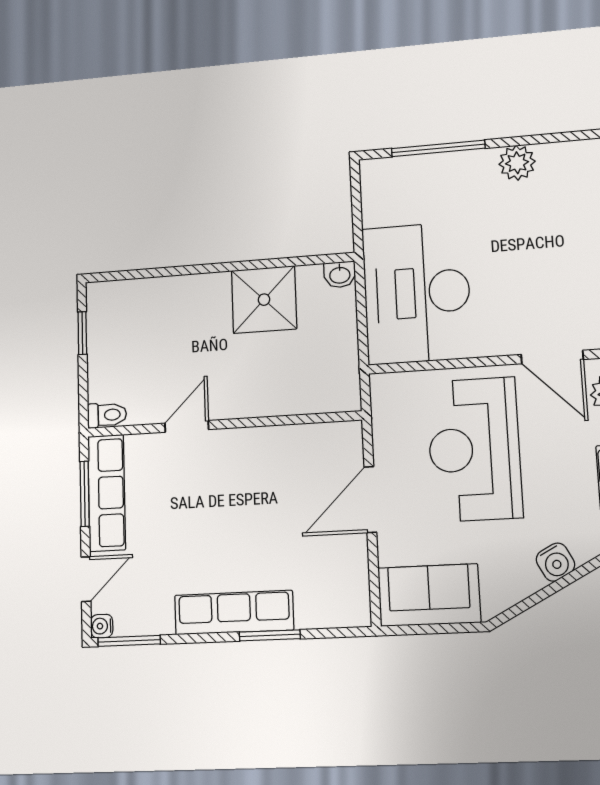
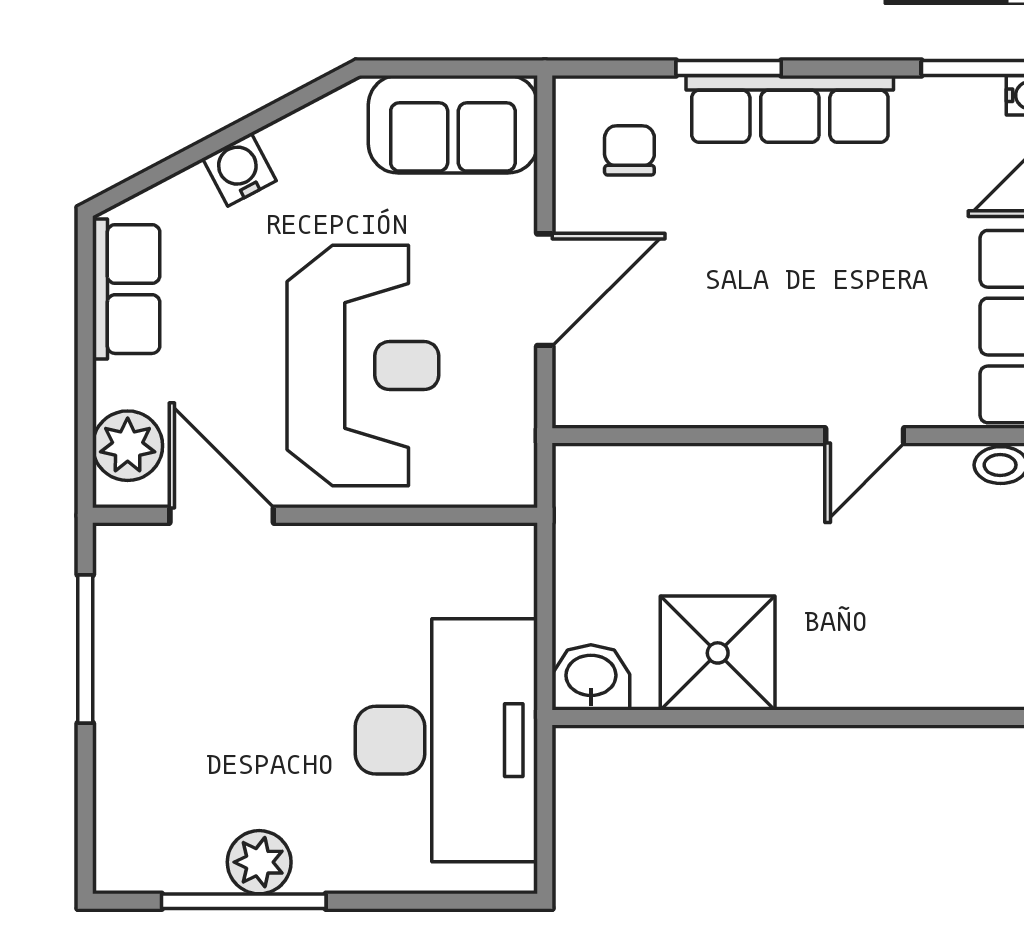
window: (438, 148) -> (244, 901), moved
washbasin: (340, 275) -> (591, 677), width x1.38, depth x1.45
desk: (417, 293) -> (446, 740), moved
chair: (325, 584) -> (629, 150), added

